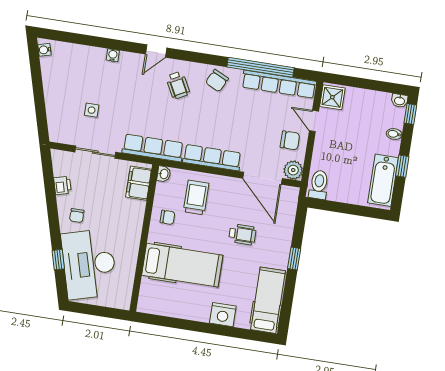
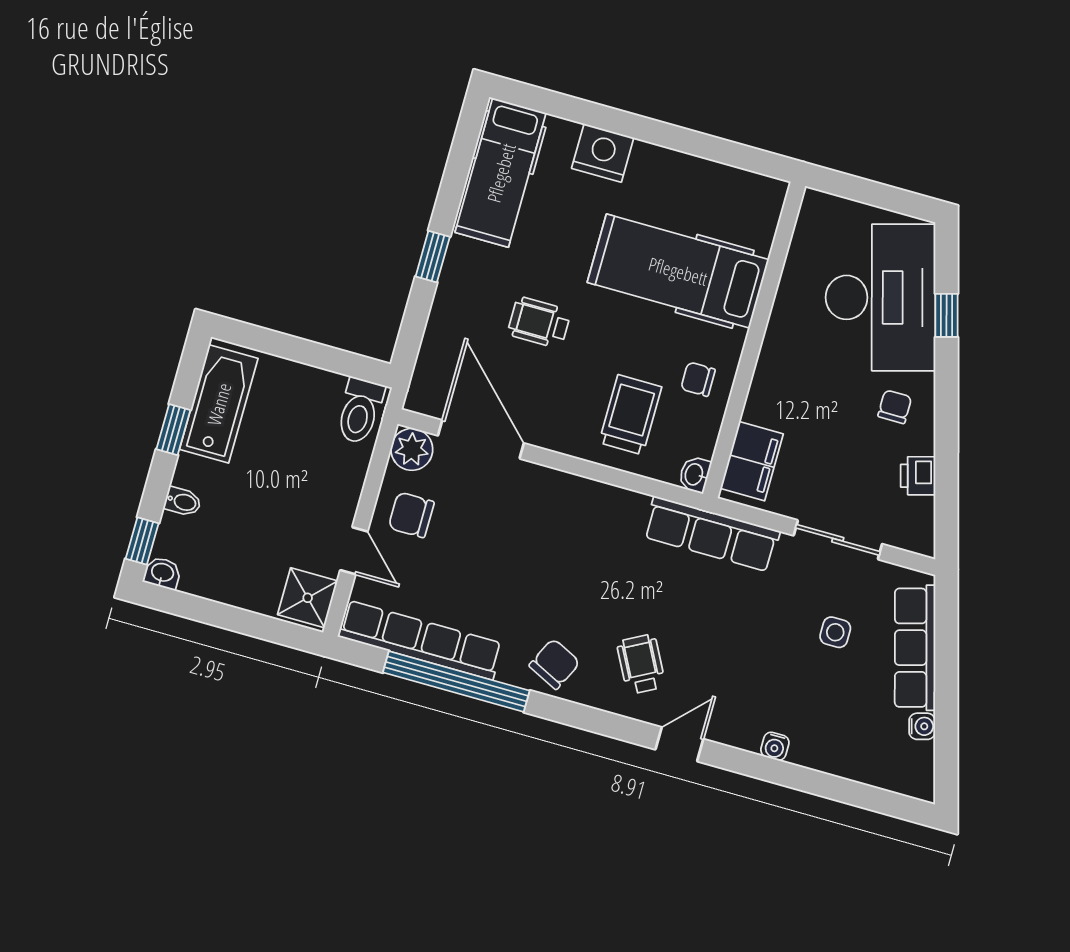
water cooler: (44, 50) -> (922, 726), moved
row of seats: (212, 158) -> (915, 648), moved, turned 74
trolley: (196, 198) -> (630, 415), turned 180

